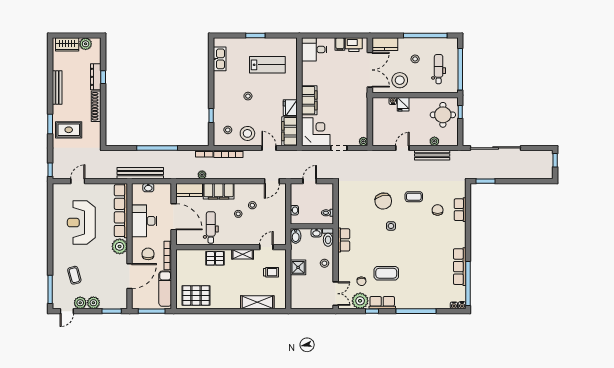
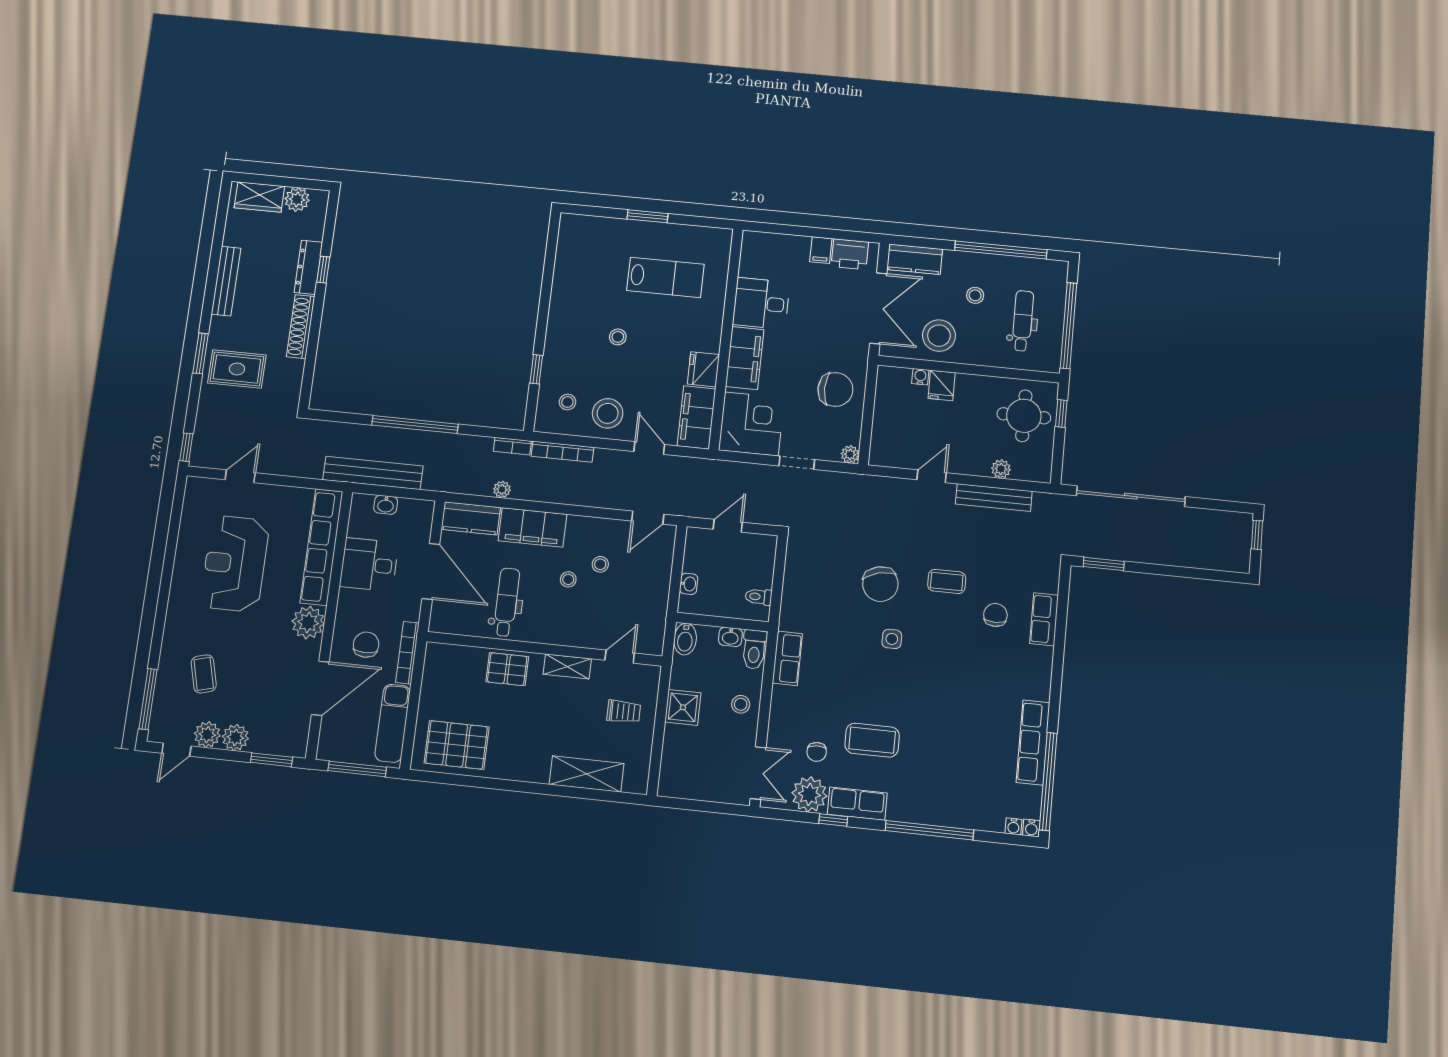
desk: (314, 49) -> (761, 303), moved
kitchen sink: (220, 59) -> (568, 256), removed
chair: (353, 111) -> (835, 389), added
desk: (144, 221) -> (369, 565), width x0.73

